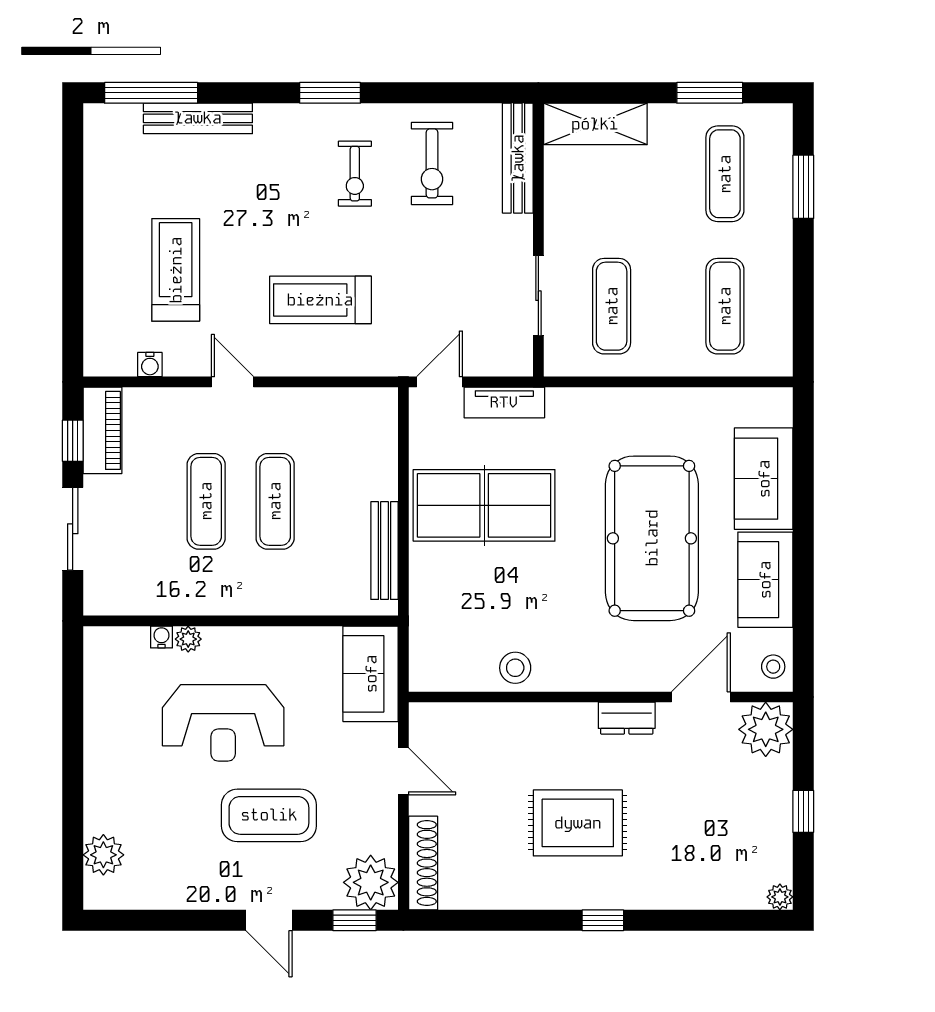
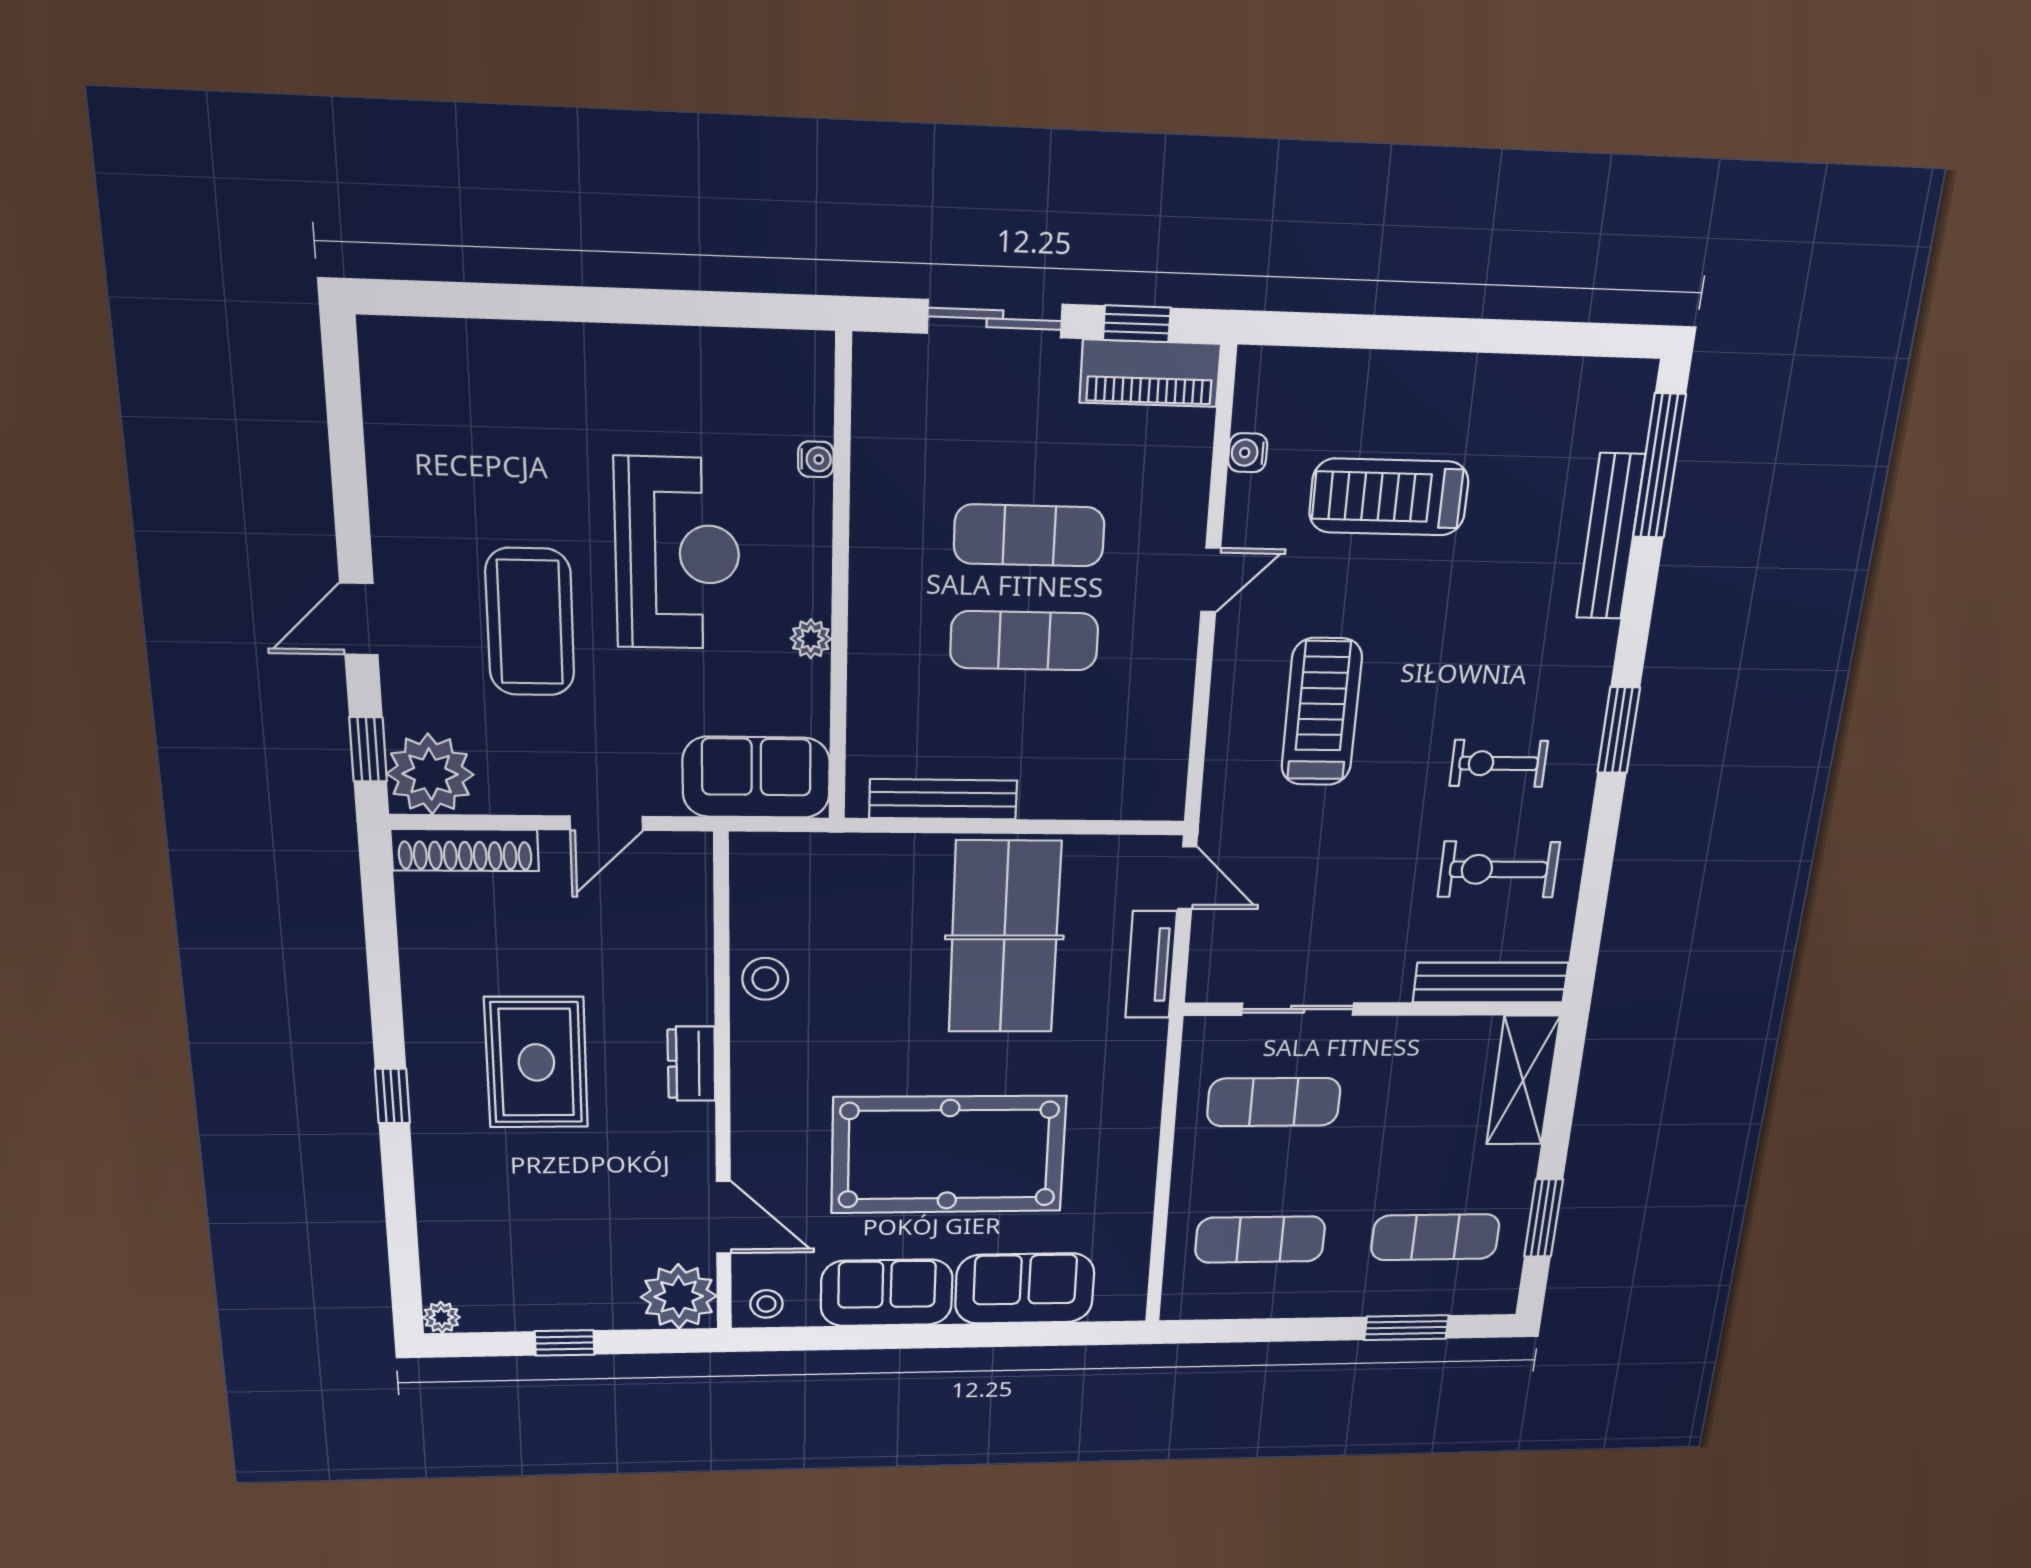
treadmill: (176, 270) -> (1389, 497), turned 180
plant: (188, 639) -> (811, 639), moved
dresser: (627, 718) -> (691, 1064), moved
reception desk: (223, 723) -> (677, 554), turned 180
plant: (103, 855) -> (452, 352), removed

